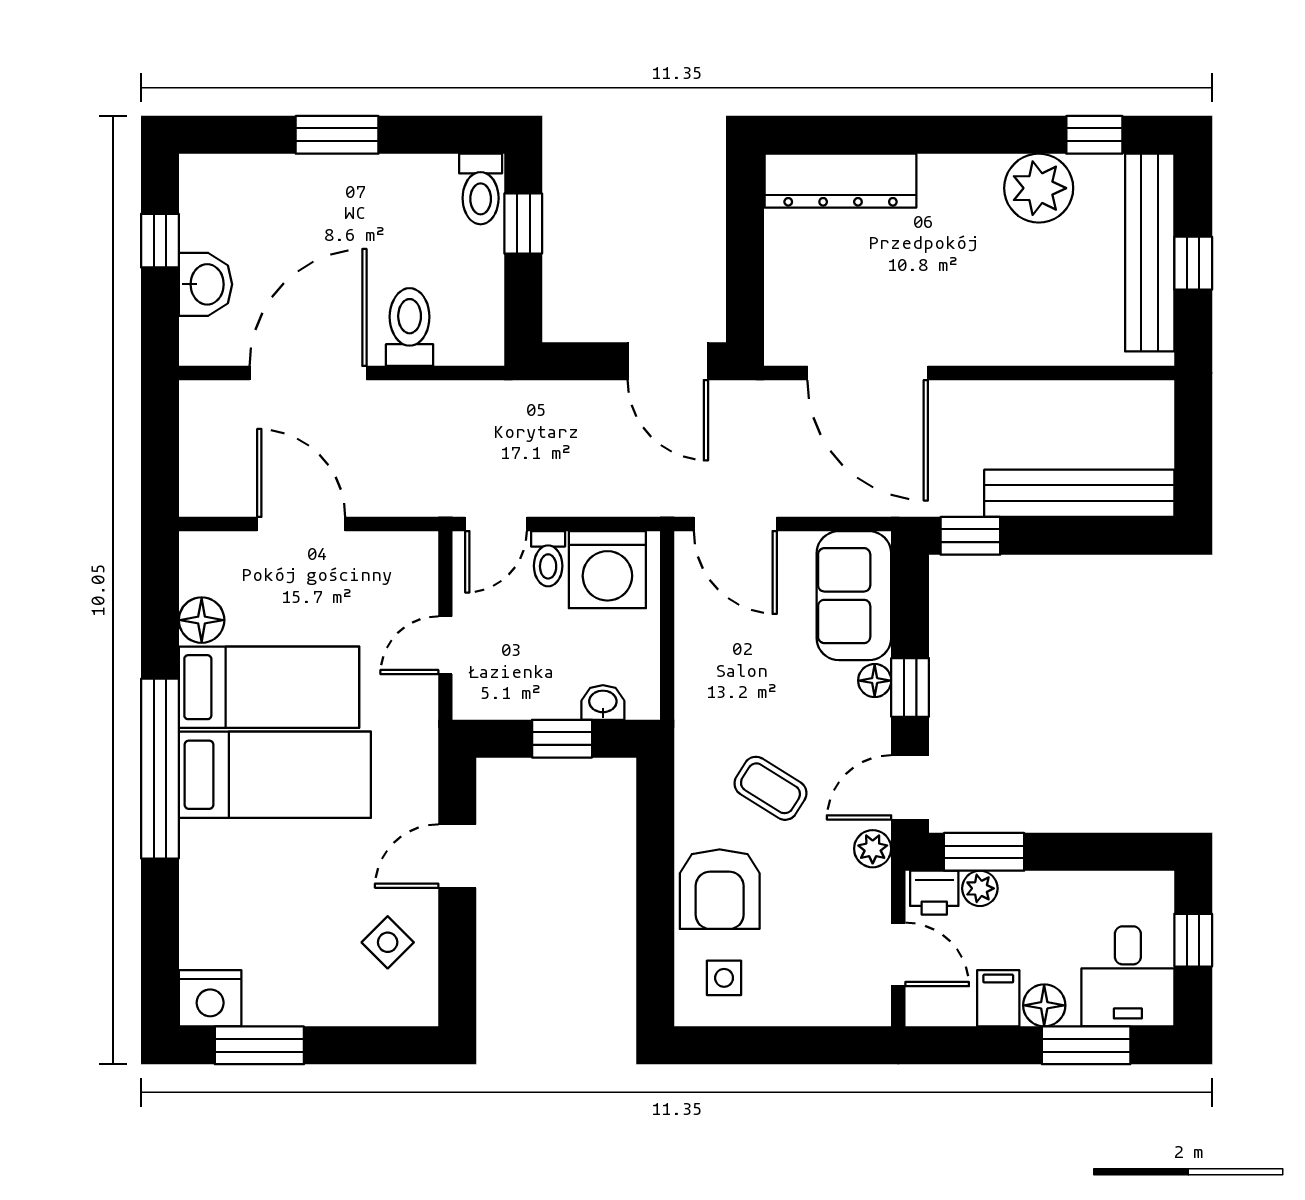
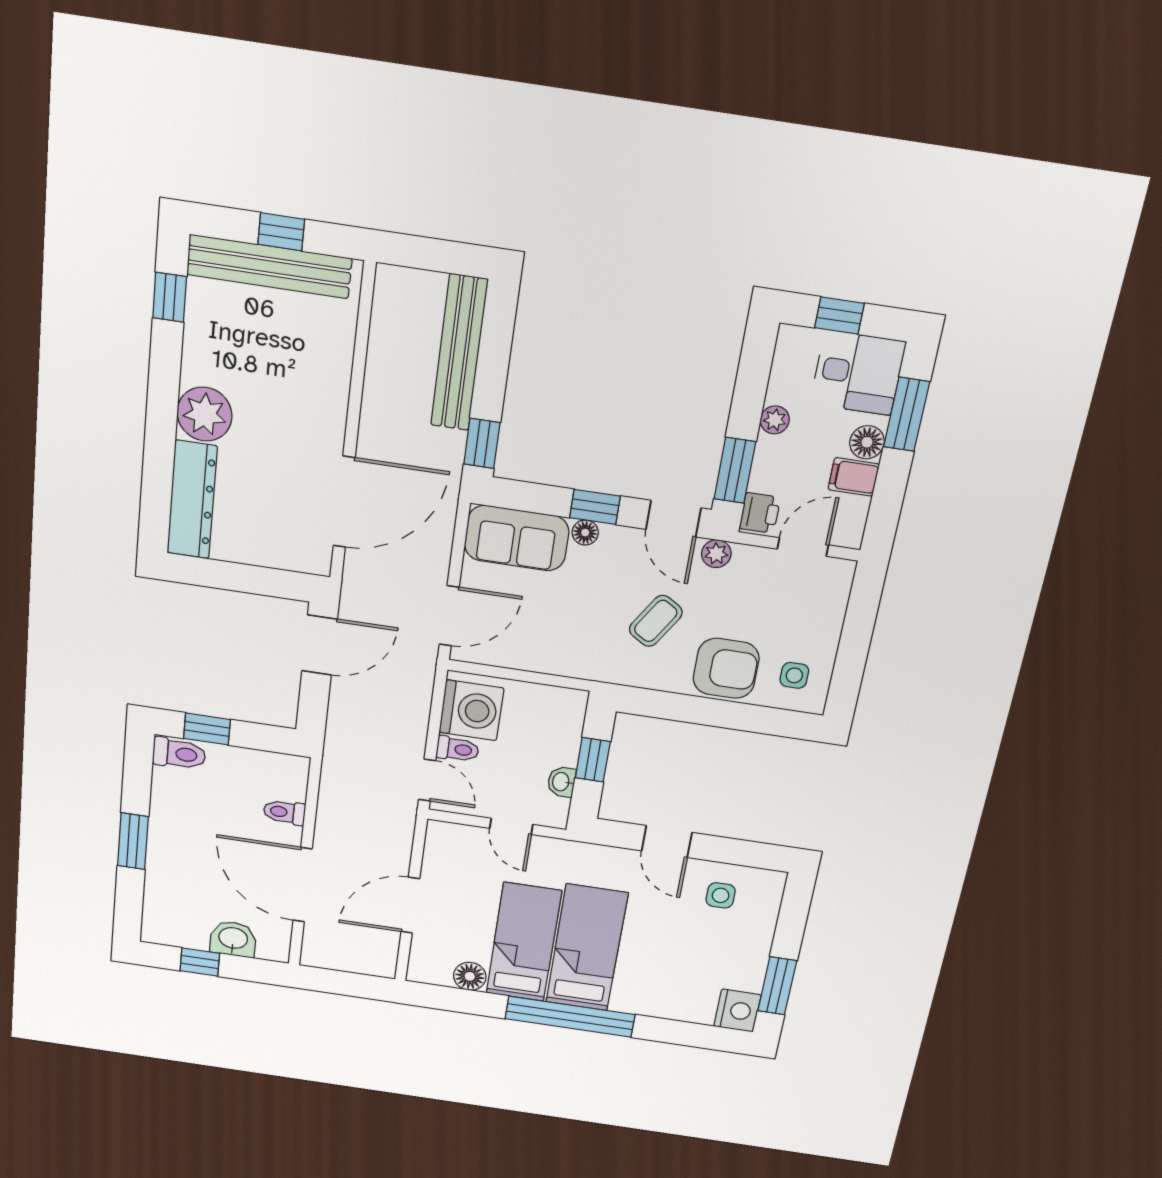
plant: (1039, 188) -> (204, 414), moved
toilet: (410, 327) -> (284, 812), width x0.73, depth x0.72
washbasin: (603, 702) -> (561, 782), moved
plant: (980, 888) -> (775, 420), moved
side table: (388, 942) -> (721, 895), turned 45

